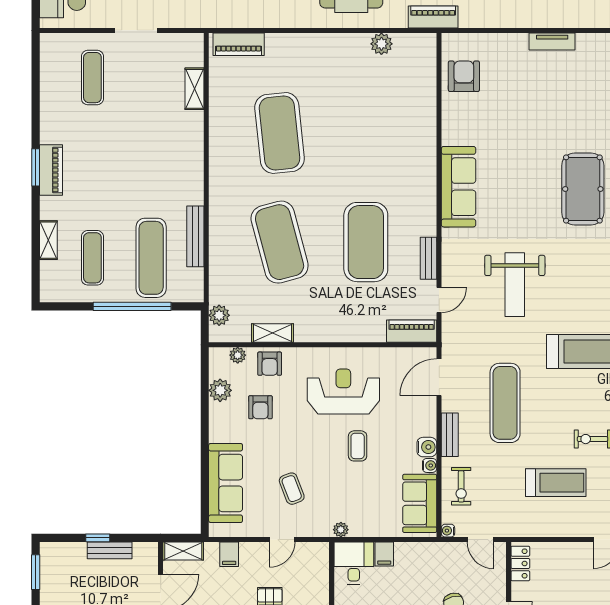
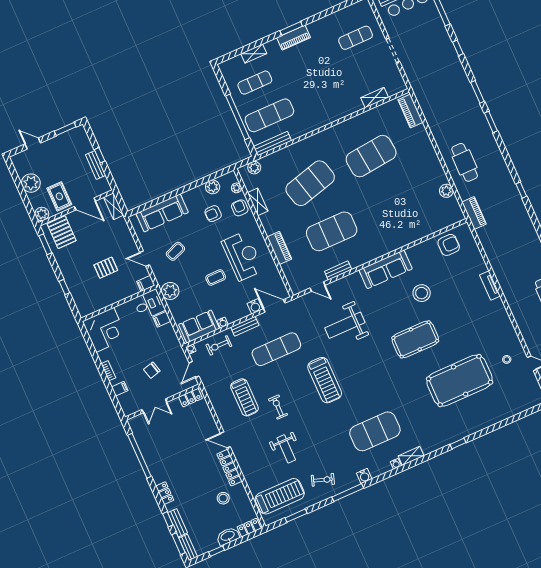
stool: (518, 149) -> (422, 293), added
bench: (195, 236) -> (273, 144), moved
piano: (412, 331) -> (279, 248), moved
armchair: (270, 364) -> (240, 208), turned 90
water cooler: (427, 447) -> (255, 306), moved
plant: (341, 530) -> (170, 291), width x1.88, depth x1.88
filing cabinet: (229, 554) -> (146, 283), moved

